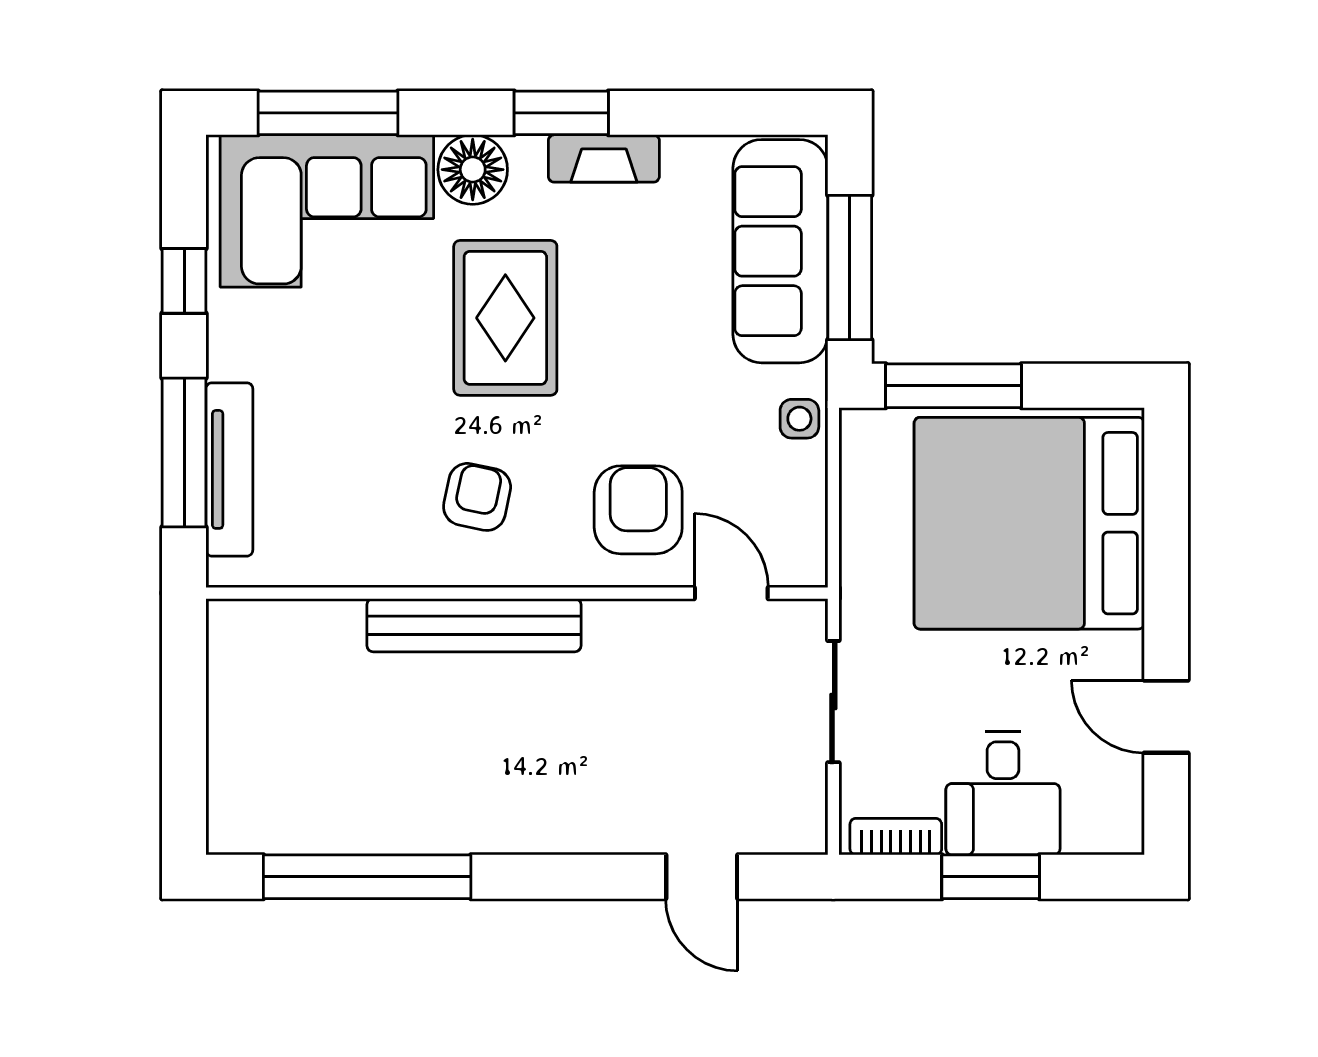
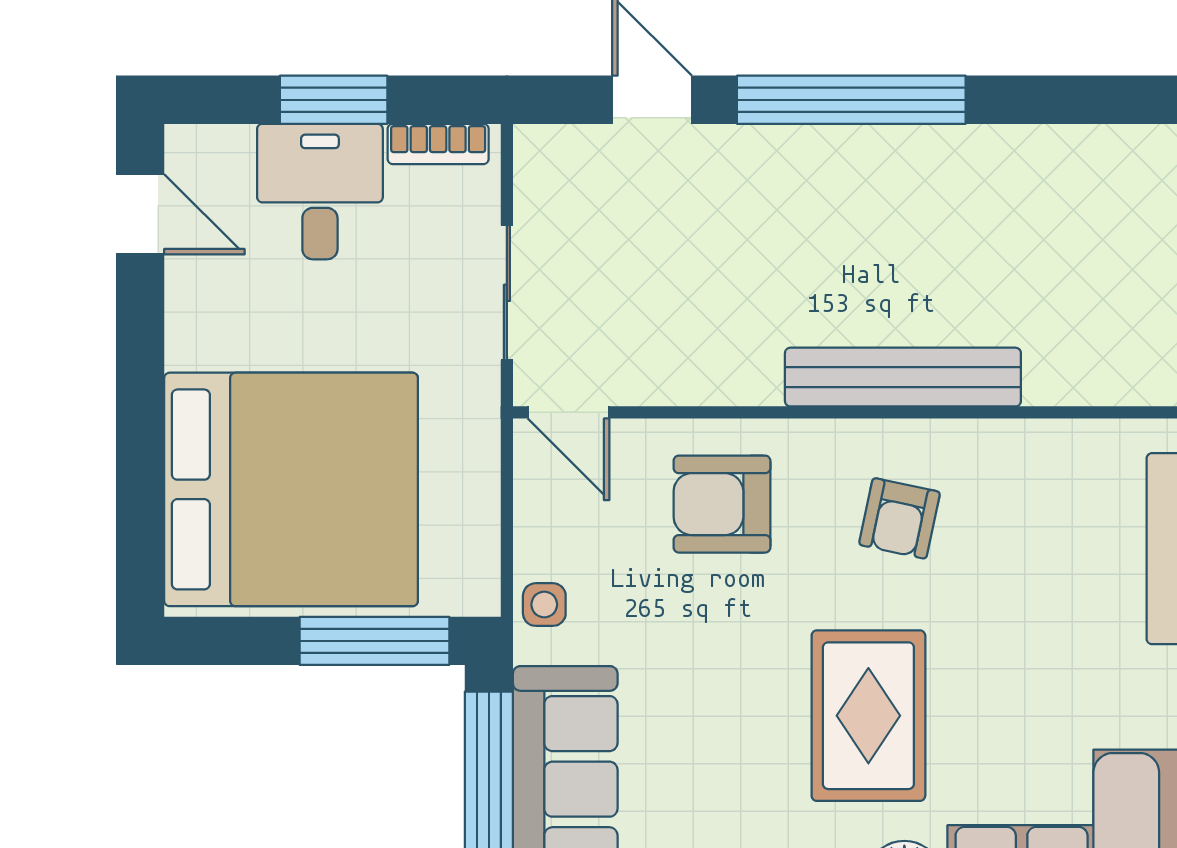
armchair: (638, 510) -> (722, 504), turned 90
door: (731, 593) -> (568, 412), moved
door: (1166, 717) -> (140, 214), moved
window: (367, 877) -> (851, 100), moved

